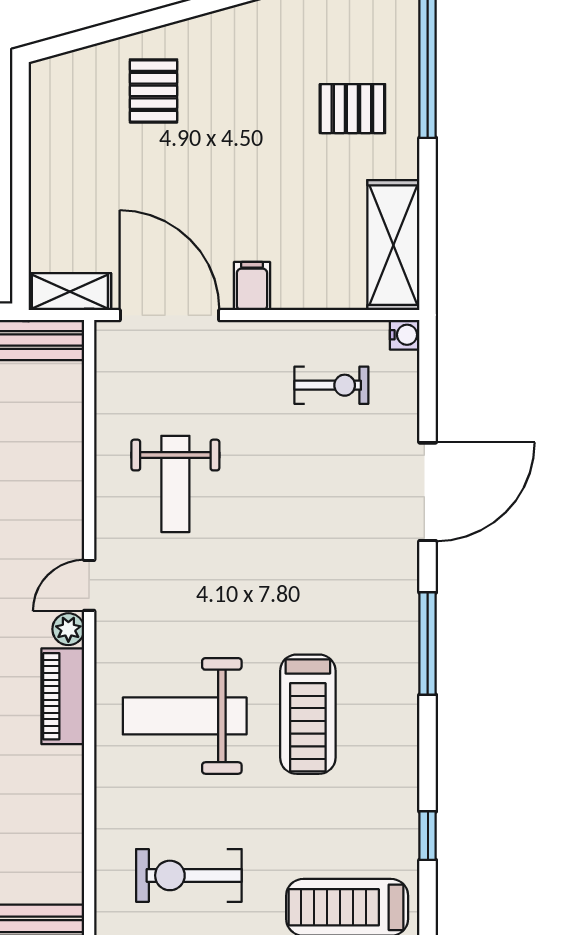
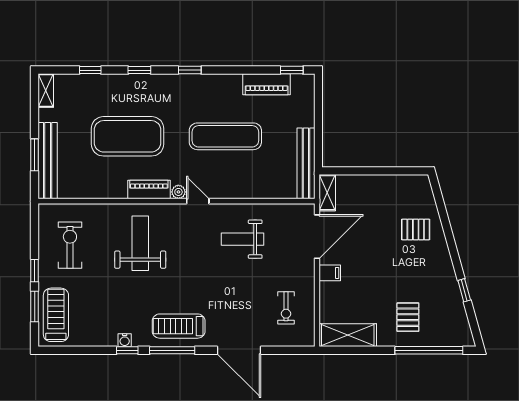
water cooler: (405, 335) -> (125, 340), moved
treadmill: (308, 714) -> (179, 326), moved
window: (428, 836) -> (127, 350), moved

